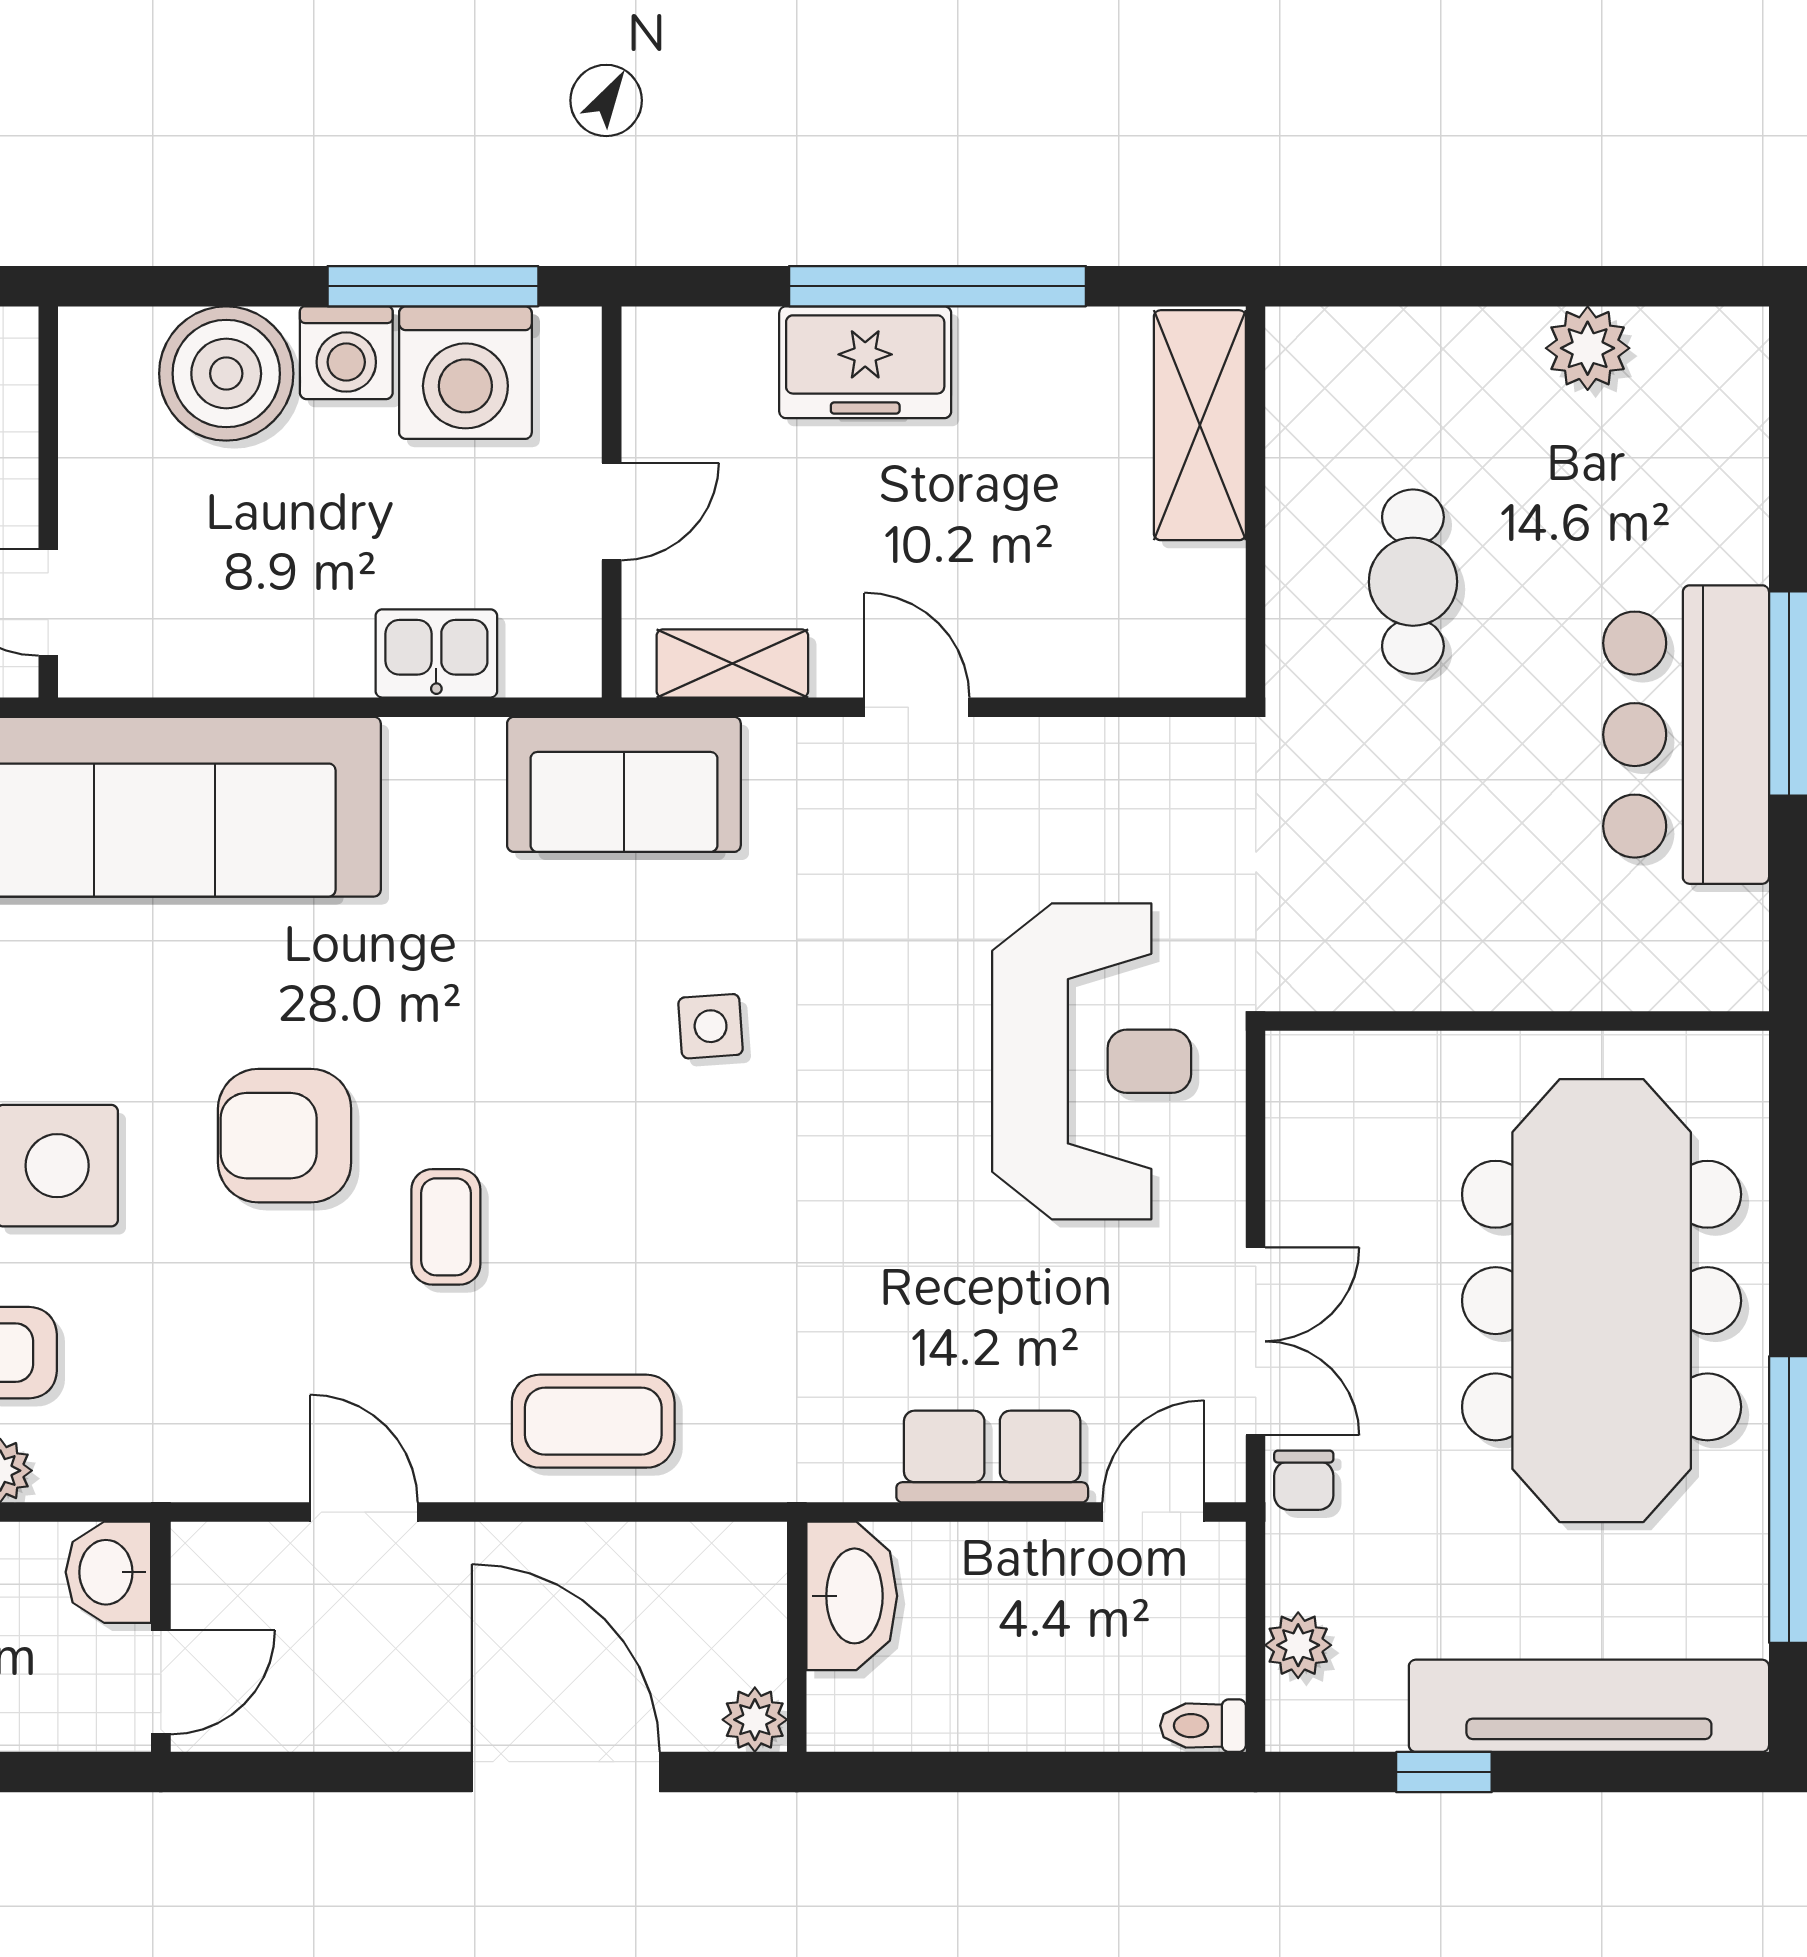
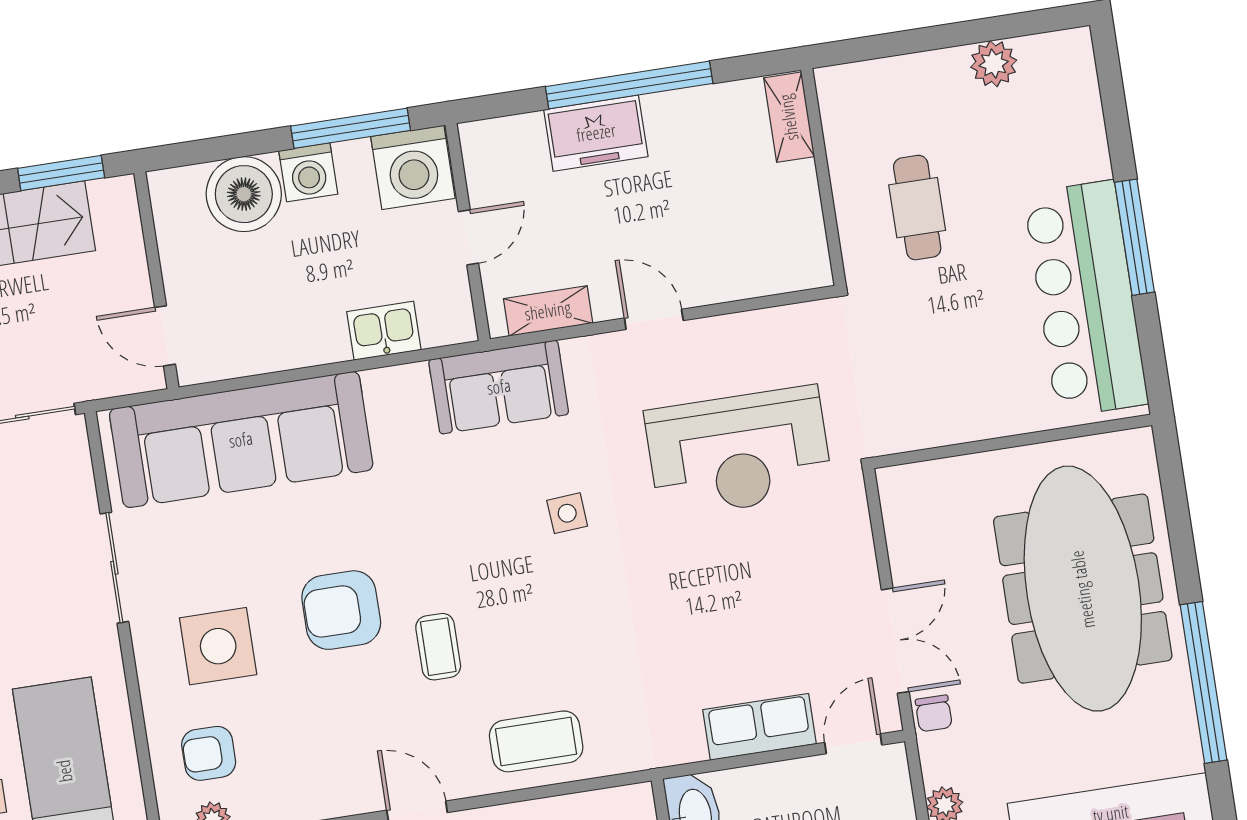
washing machine: (465, 373) -> (413, 167), moved
shelving: (1200, 425) -> (789, 117), width x0.67, depth x0.75
bar counter: (1686, 735) -> (1086, 299), width x1.36
reception desk: (1092, 1061) -> (739, 452), moved, turned 90

